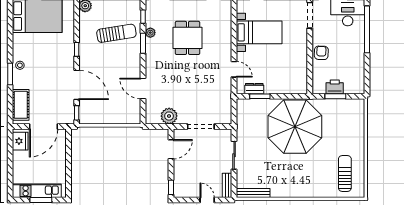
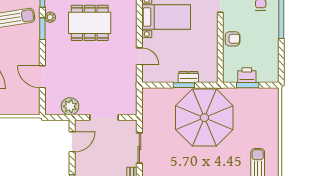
dining table: (188, 38) -> (90, 23), width x1.38
armchair: (321, 53) -> (233, 39), turned 88
dresser: (254, 89) -> (188, 77), moved
window: (260, 96) -> (184, 85), moved

